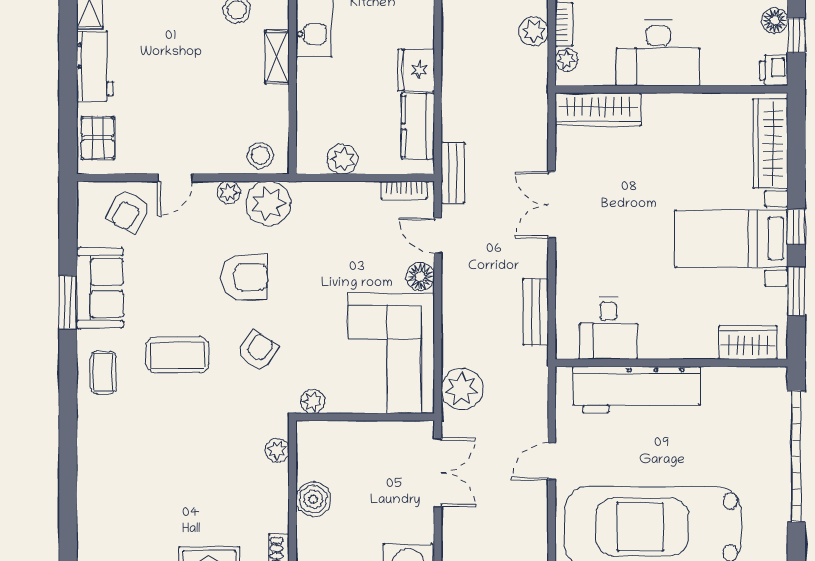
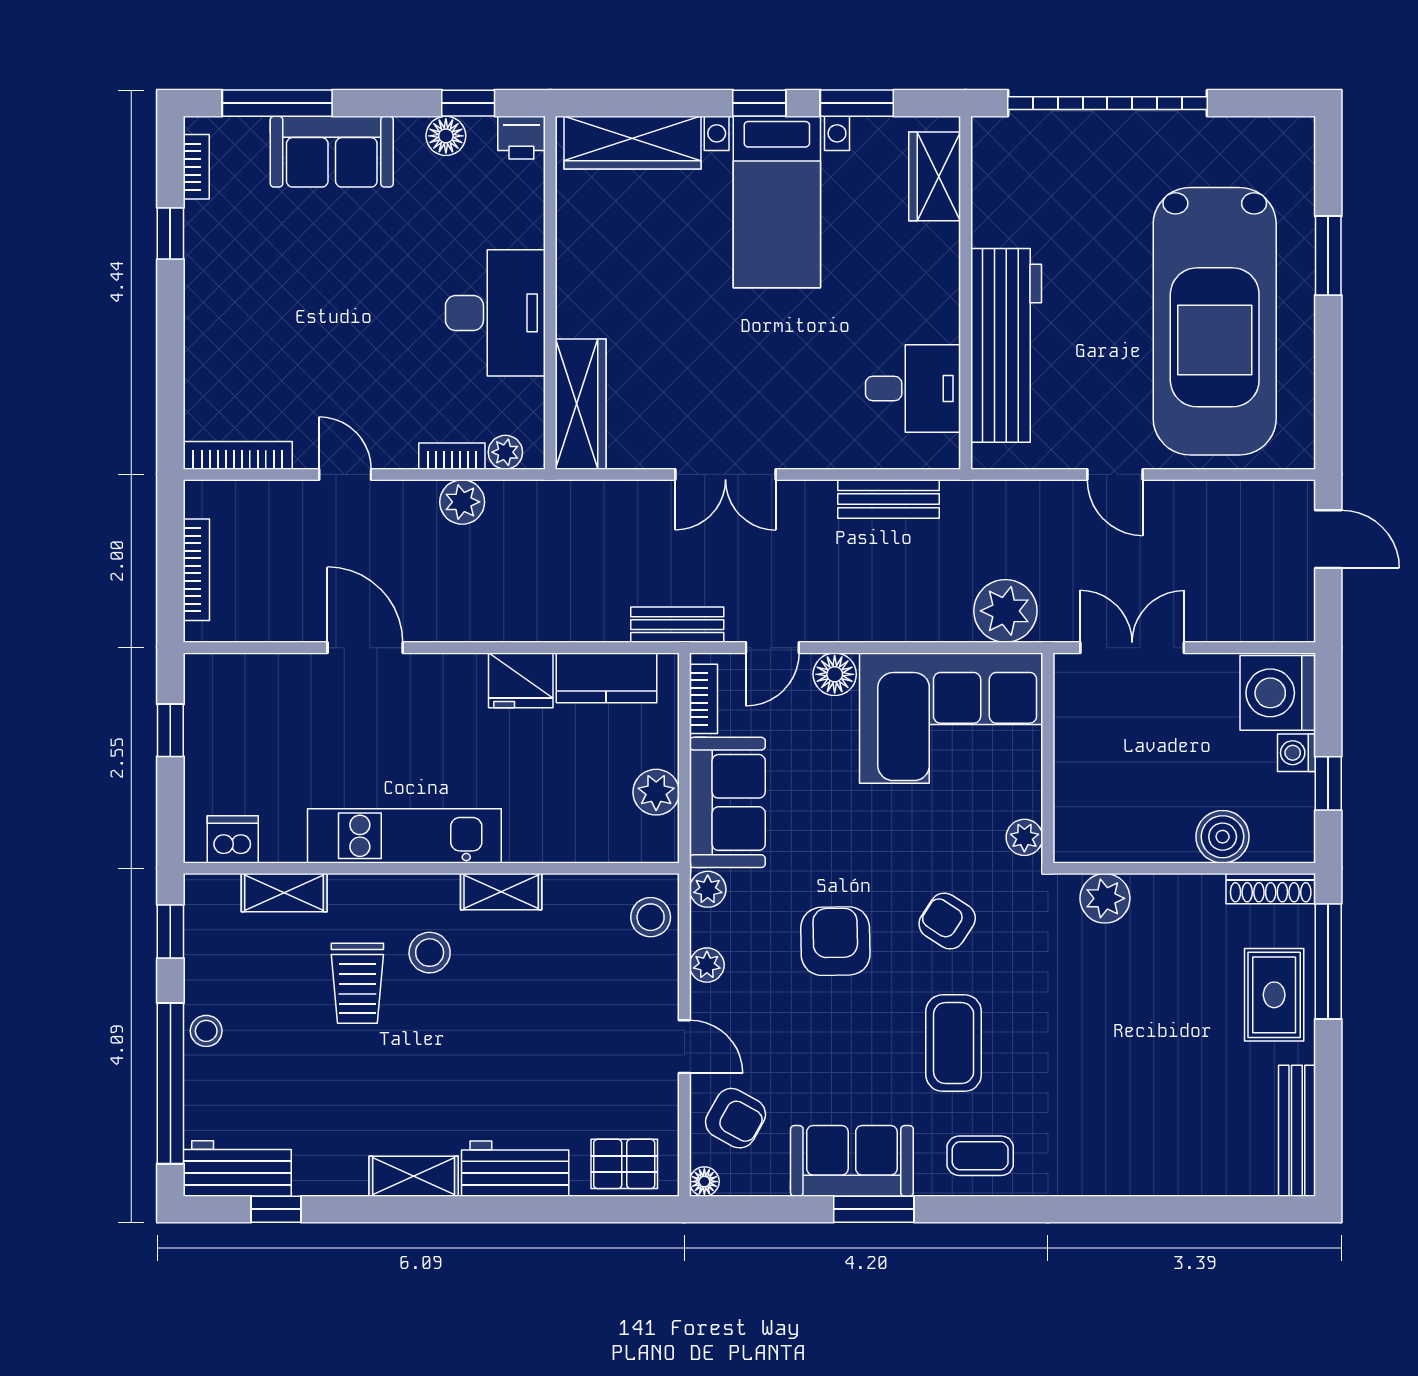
floor lamp: (86, 191) -> (704, 1182), added
plant: (268, 203) -> (708, 889), width x0.53, depth x0.53
sofa: (336, 206) -> (727, 802), added
plant: (277, 450) -> (1105, 898), width x1.38, depth x1.38
boiler: (313, 499) -> (1223, 837), moved

